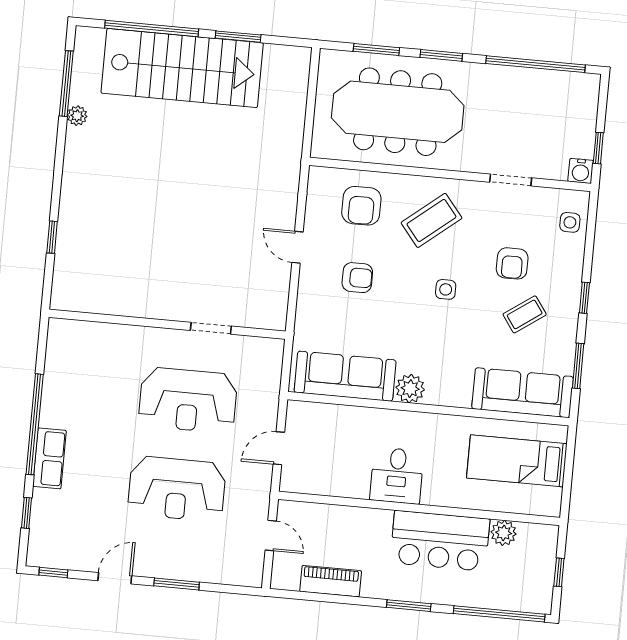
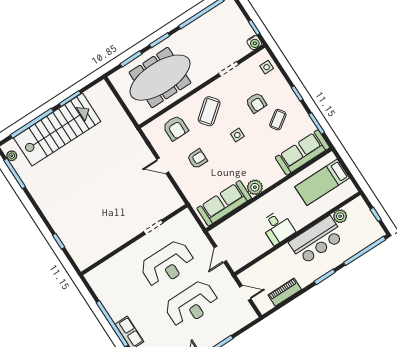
plant: (77, 116) -> (12, 156), moved

